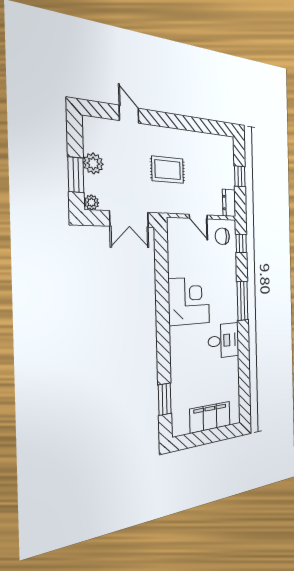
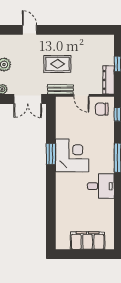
dresser: (229, 203) -> (109, 80), width x1.44
bench: (172, 207) -> (60, 89), added
window: (165, 399) -> (51, 154), moved

